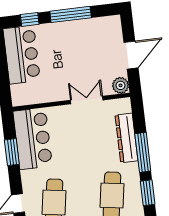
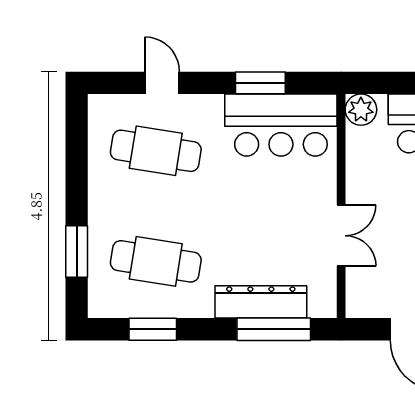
plant: (120, 85) -> (361, 110), moved
window: (143, 152) -> (274, 329), moved

